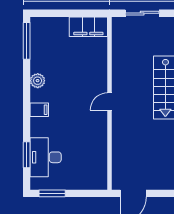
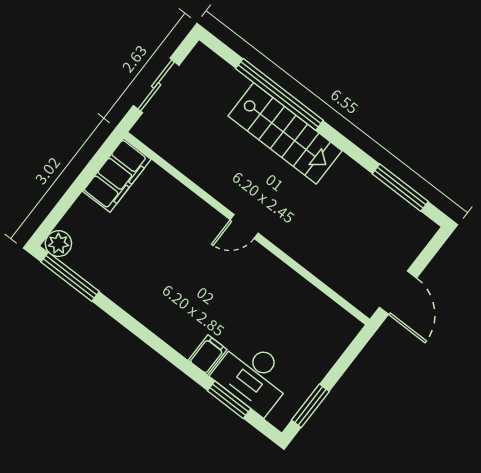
plant: (38, 81) -> (58, 244), moved
door: (110, 102) -> (244, 227), hinge flipped
filing cabinet: (39, 110) -> (208, 355), moved

